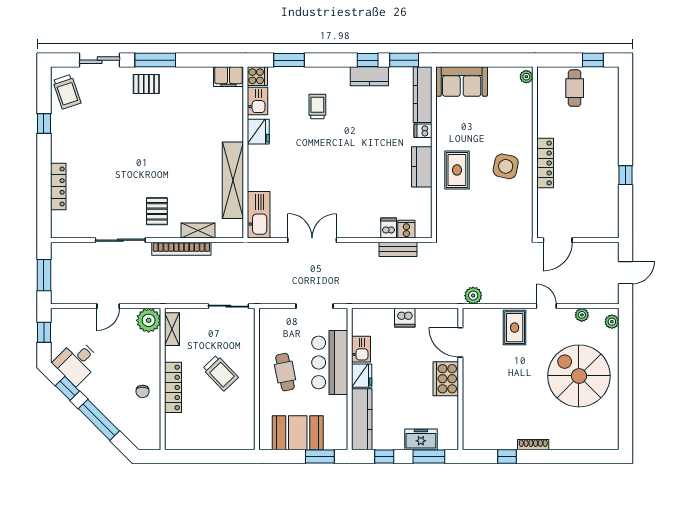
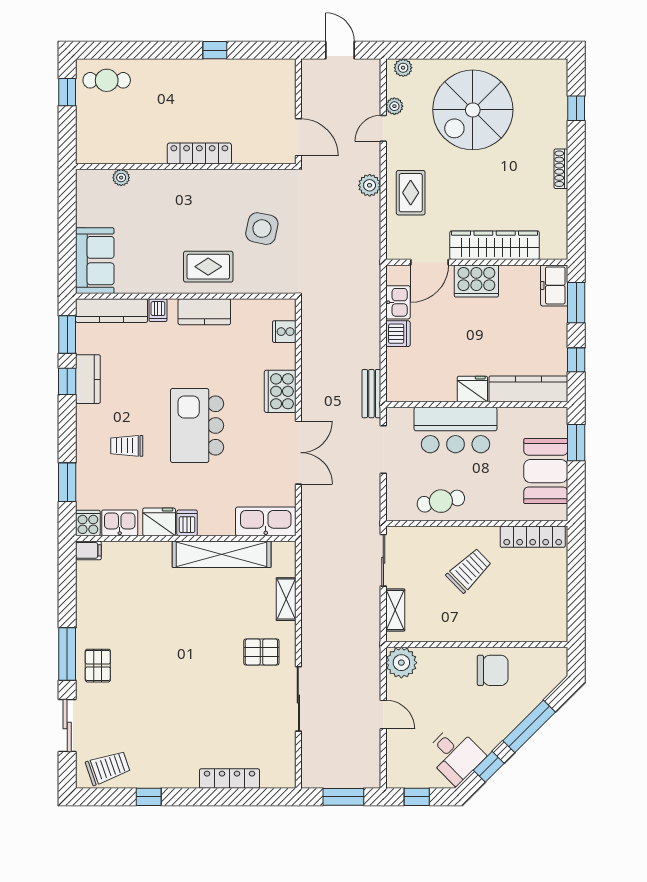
filing cabinet: (229, 77) -> (88, 550), width x0.50
plant: (526, 77) -> (121, 178), moved
cafe table: (575, 88) -> (107, 80), moved
kitchen island: (333, 161) -> (197, 425), added
side table: (506, 166) -> (262, 229), moved
cooker: (360, 226) -> (280, 391), added
dishwasher: (389, 228) -> (187, 523), moved, turned 90
double door: (312, 240) -> (298, 453), swing flipped
bookcase: (181, 249) -> (309, 620), removed
bench: (398, 249) -> (371, 394), moved
plant: (473, 296) -> (370, 185), moved
door: (546, 306) -> (383, 128), moved
rug: (515, 328) -> (411, 193), turned 90
shelving: (172, 329) -> (395, 610), moved, turned 90
kitchen sink: (361, 349) -> (398, 302), moved, turned 90
cafe table: (285, 372) -> (441, 501), moved
locker: (173, 387) -> (533, 537), moved, turned 180
chair: (143, 391) -> (493, 670), width x1.87, depth x1.87
wardrobe: (474, 393) -> (495, 245), added
freezer: (421, 439) -> (554, 285), moved
window: (507, 456) -> (576, 108), moved

